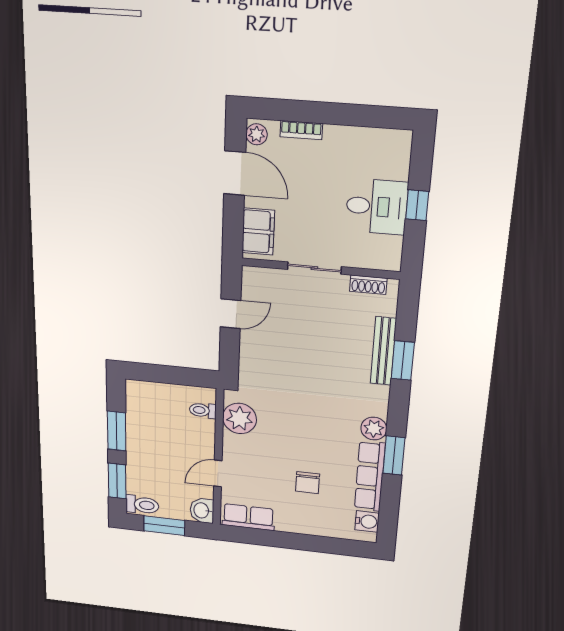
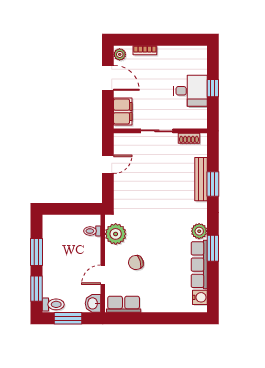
chair: (308, 483) -> (136, 263), moved, turned 75

